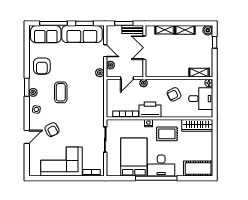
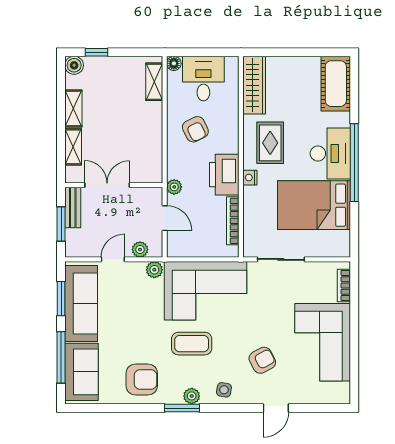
double door: (144, 48) -> (107, 185), swing flipped
corner sofa: (89, 100) -> (205, 291), added
door: (27, 137) -> (276, 408), swing flipped

